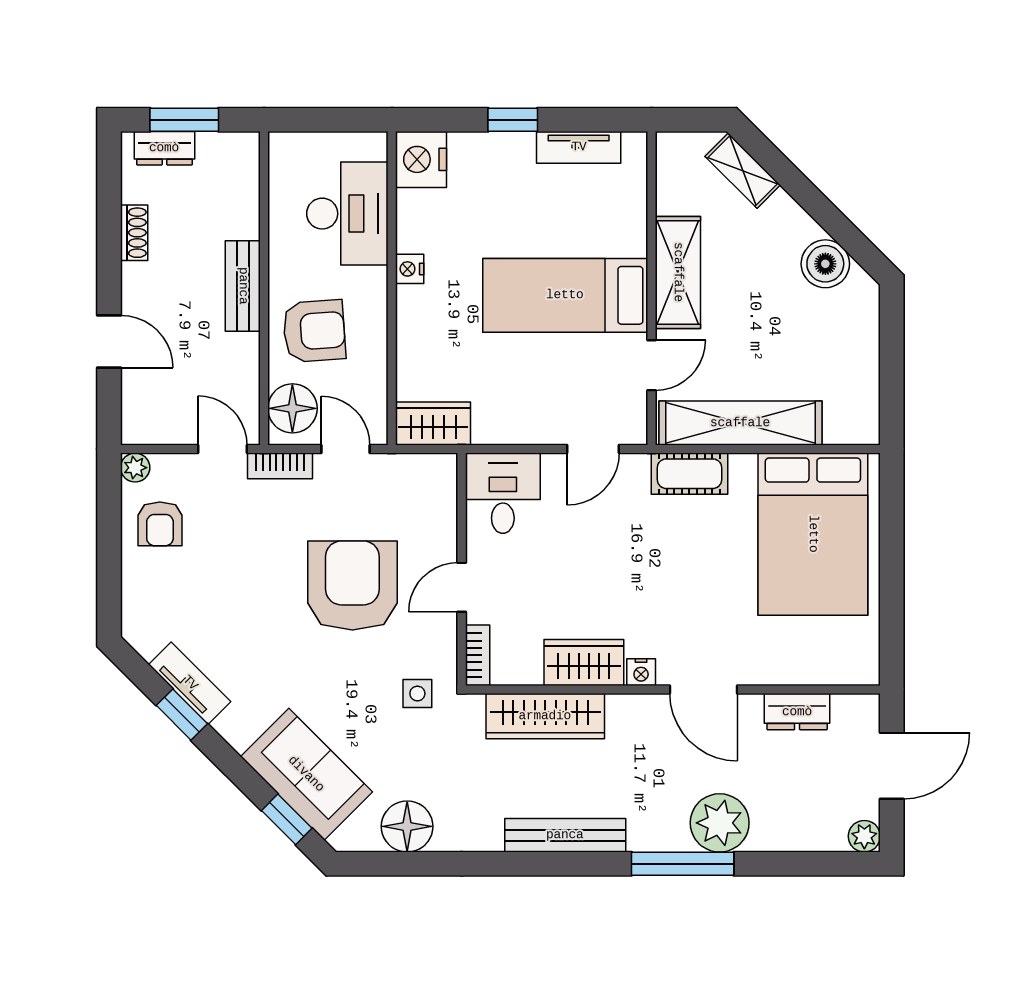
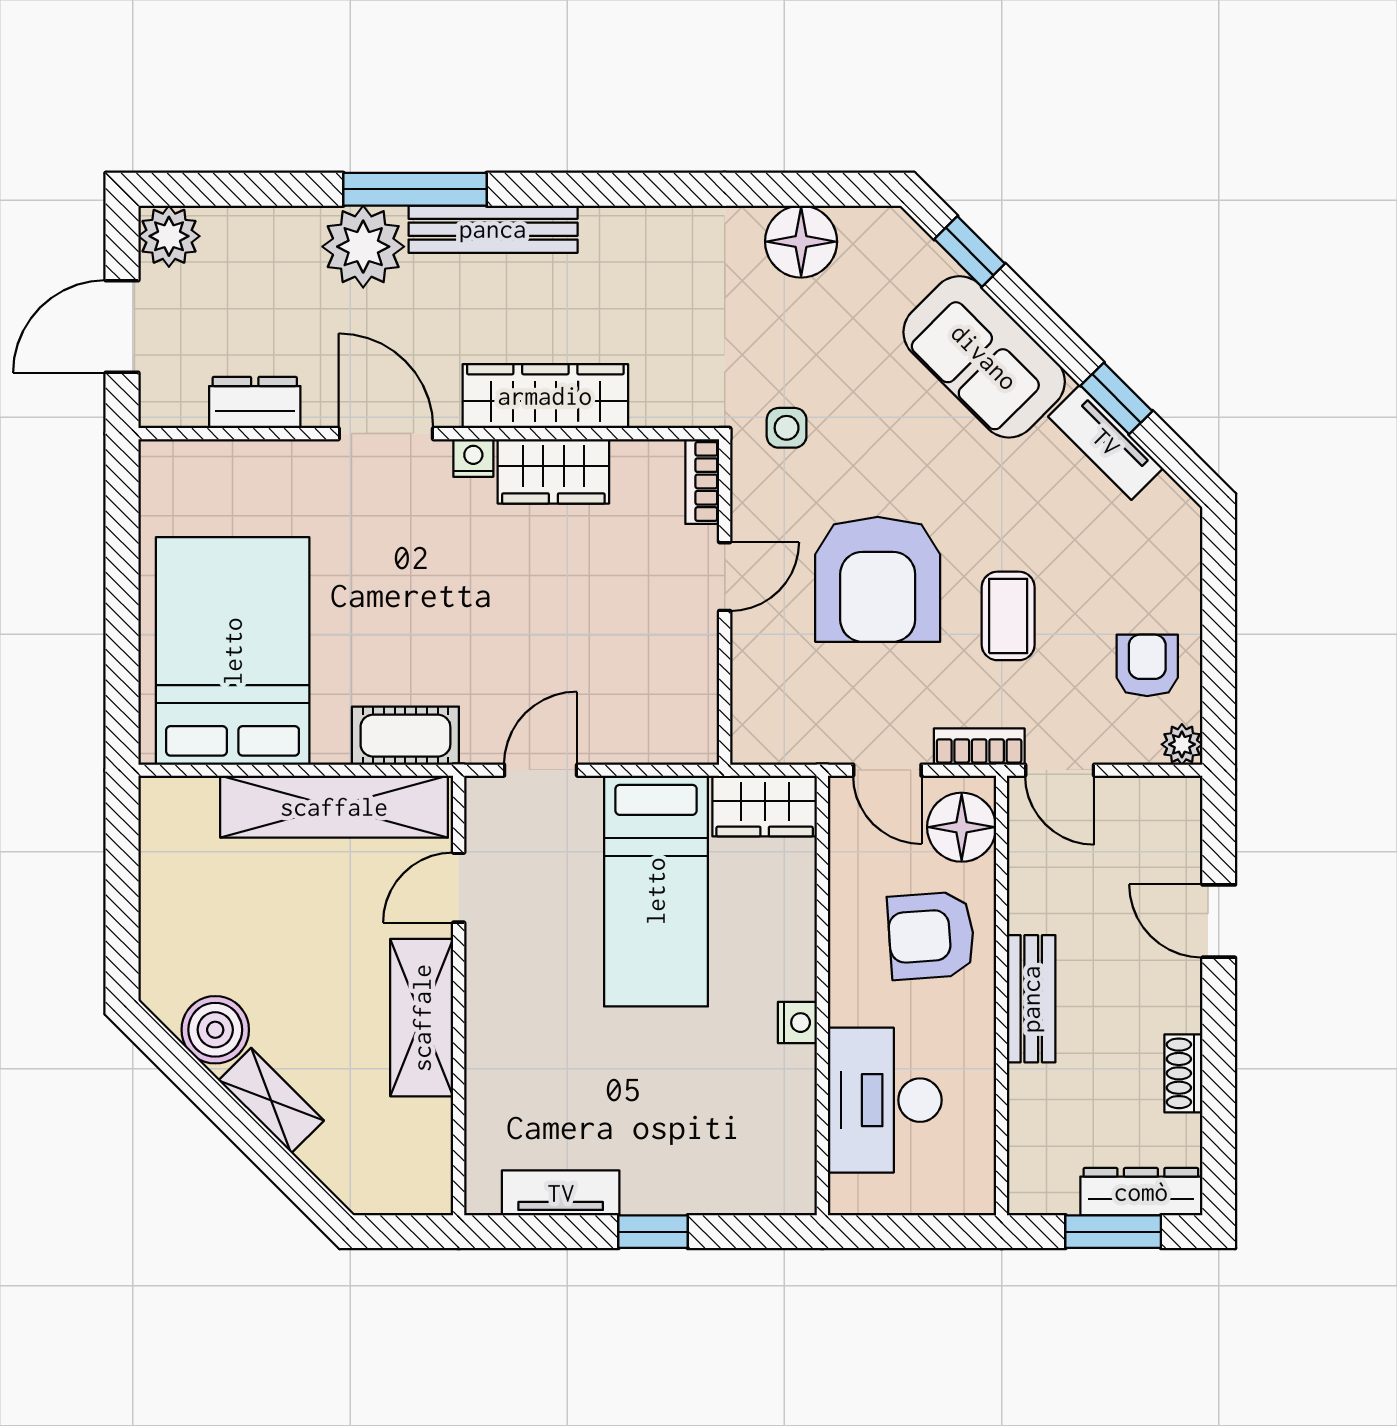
dresser: (164, 148) -> (1141, 1192), width x1.44
nightstand: (421, 159) -> (782, 1176), removed
shelving: (743, 171) -> (271, 1101), moved
bed: (565, 295) -> (656, 891), moved, turned 90
desk: (503, 493) -> (667, 708), removed
coffee table: (259, 559) -> (1008, 616), added
wardrobe: (545, 716) -> (545, 396), moved
sofa: (306, 774) -> (984, 357), moved
bench: (565, 835) -> (493, 229), moved
plant: (864, 836) -> (169, 236), width x1.38, depth x1.38

